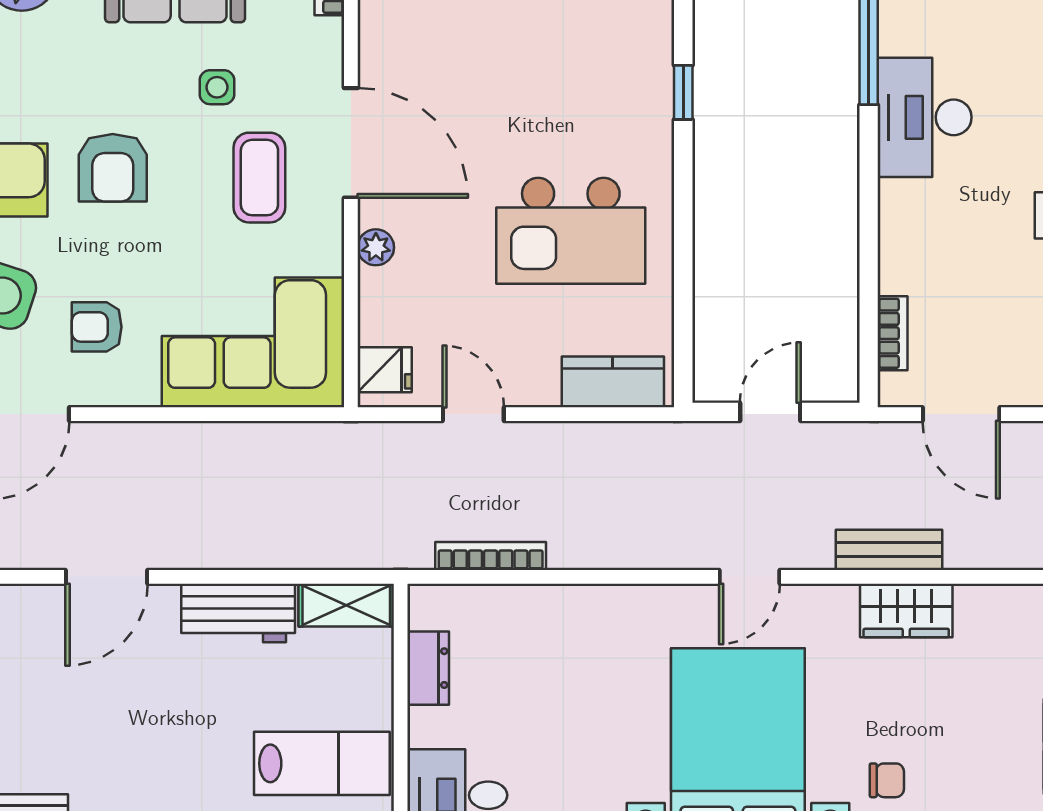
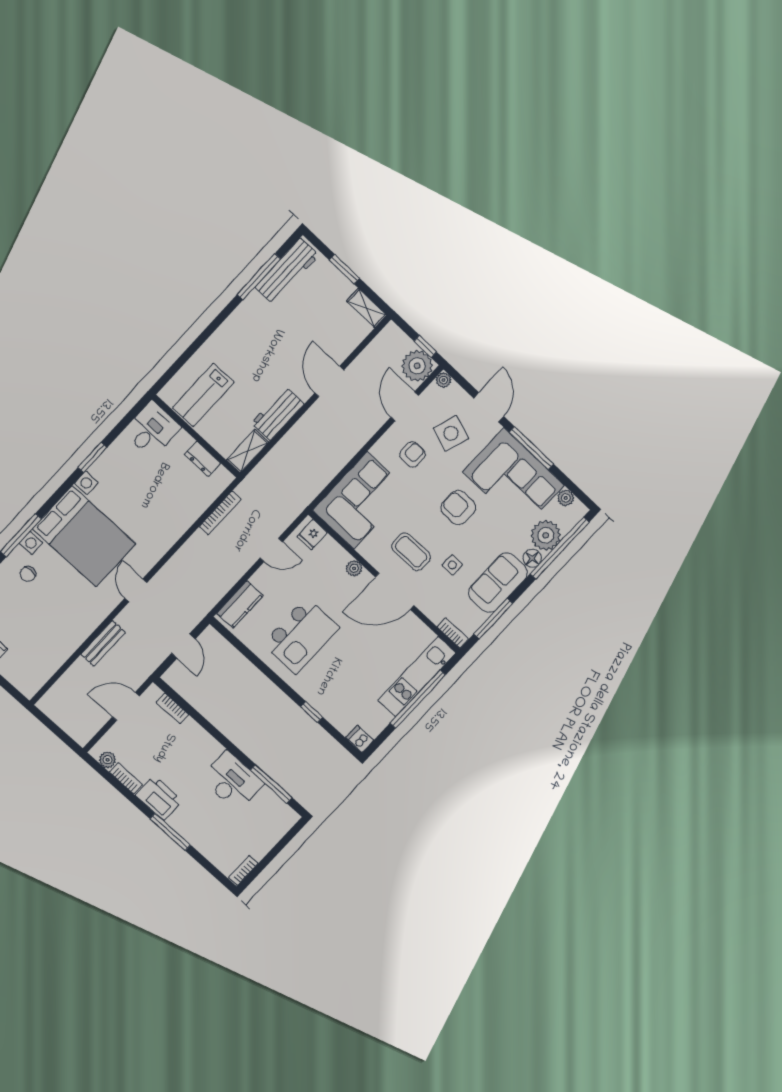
kitchen island: (571, 231) -> (301, 636), turned 180
wardrobe: (906, 611) -> (78, 631), removed

